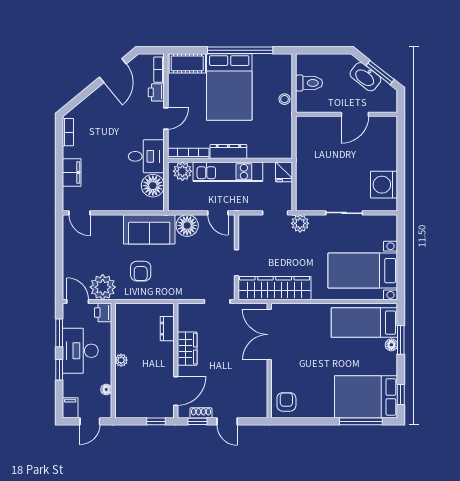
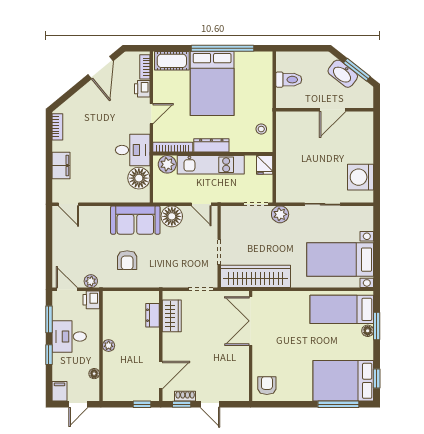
stool: (285, 99) -> (261, 129), moved
plant: (103, 287) -> (91, 281), width x0.53, depth x0.53
wardrobe: (187, 349) -> (172, 316), moved
desk: (80, 351) -> (69, 337), width x0.73

